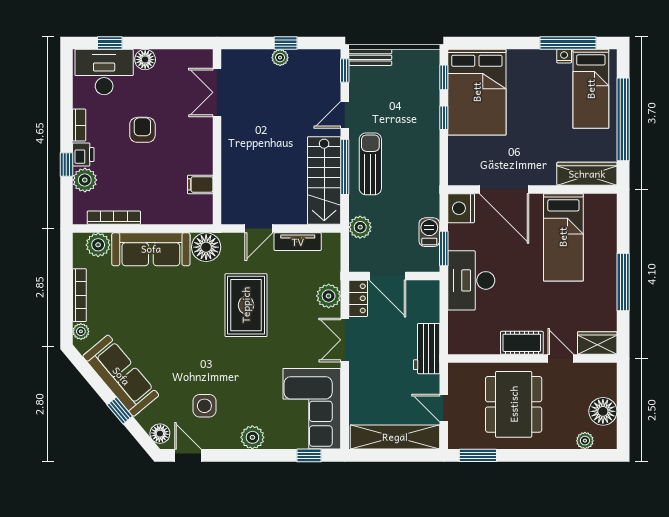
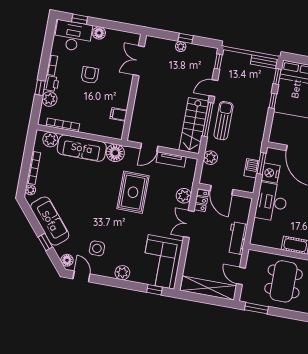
bench: (370, 57) -> (264, 62), moved
nightstand: (461, 208) -> (270, 173), moved
window: (444, 248) -> (261, 163), moved

